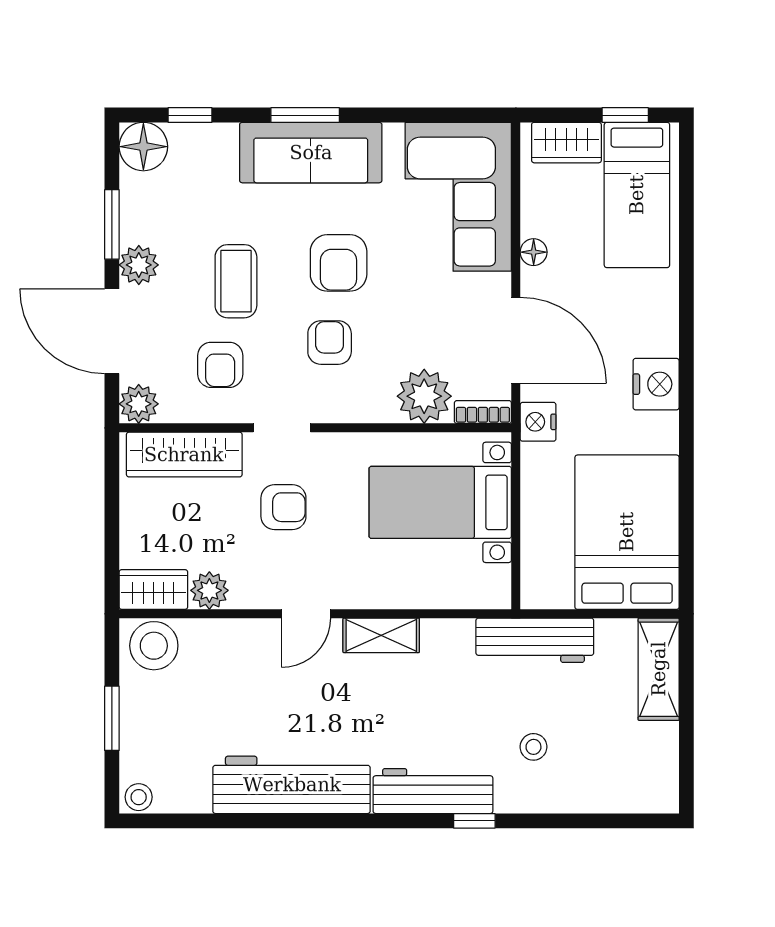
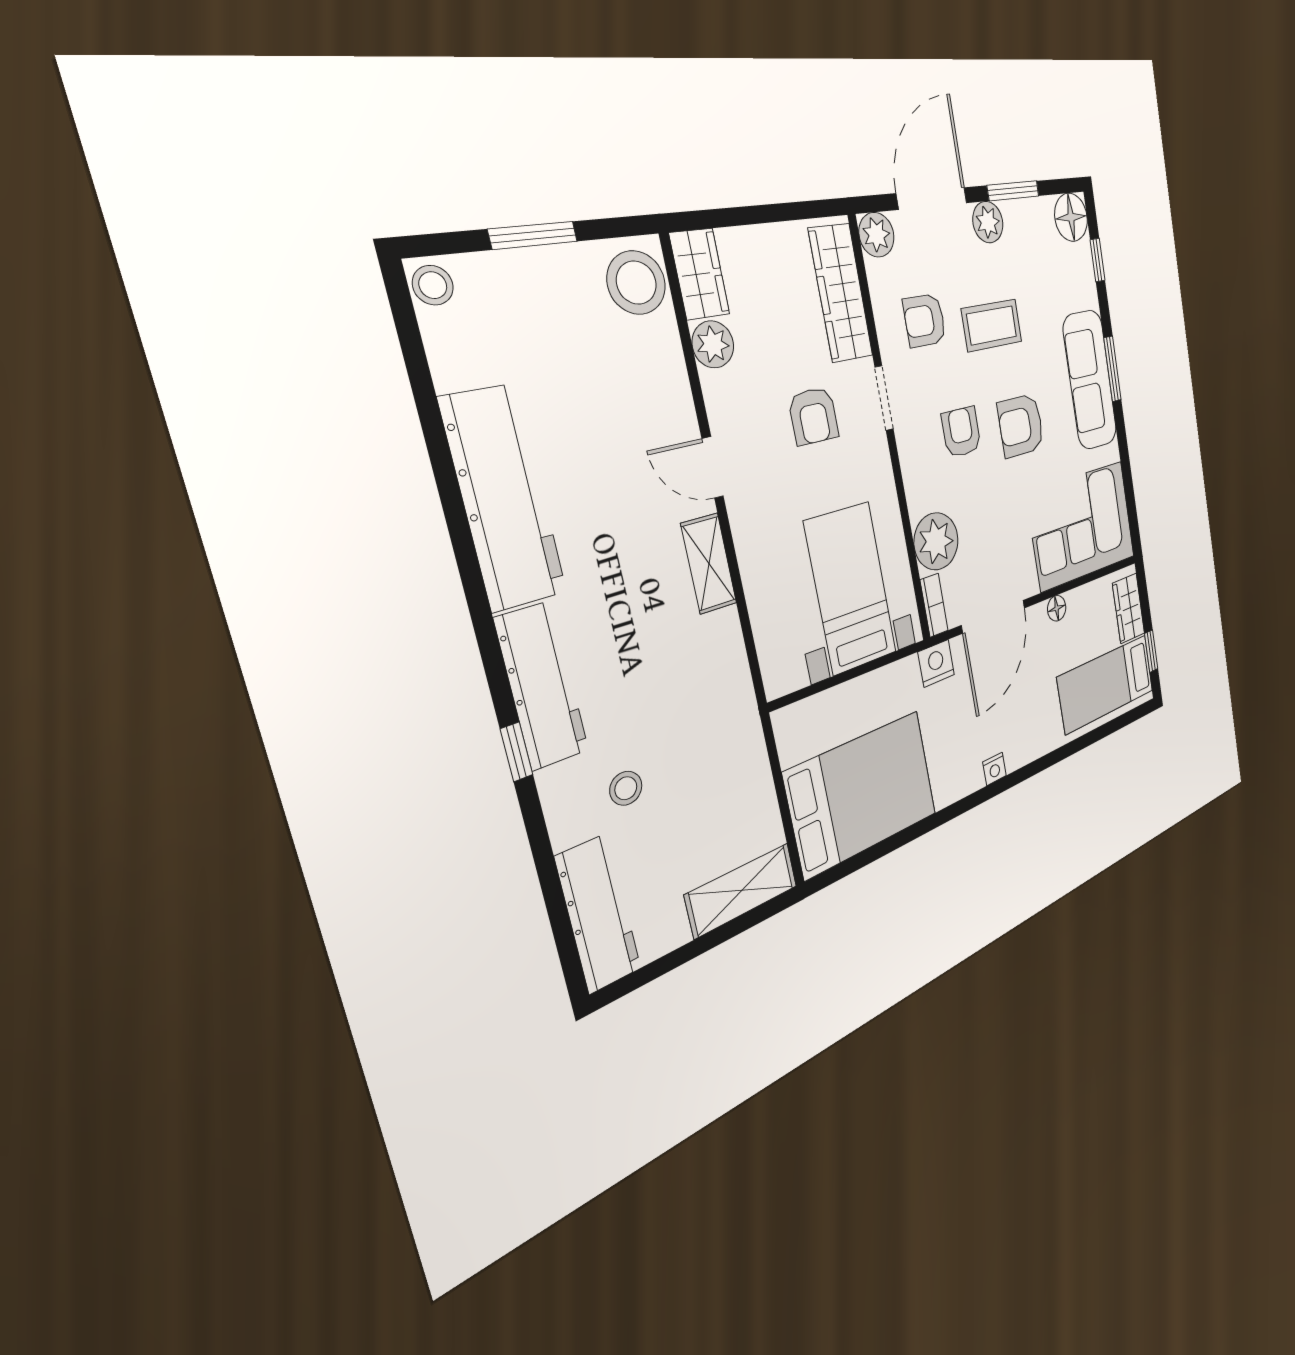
armchair: (330, 343) -> (961, 432), turned -90
nightstand: (656, 384) -> (995, 769), width x0.53, depth x0.56
workbench: (535, 640) -> (598, 914), moved, turned 180

